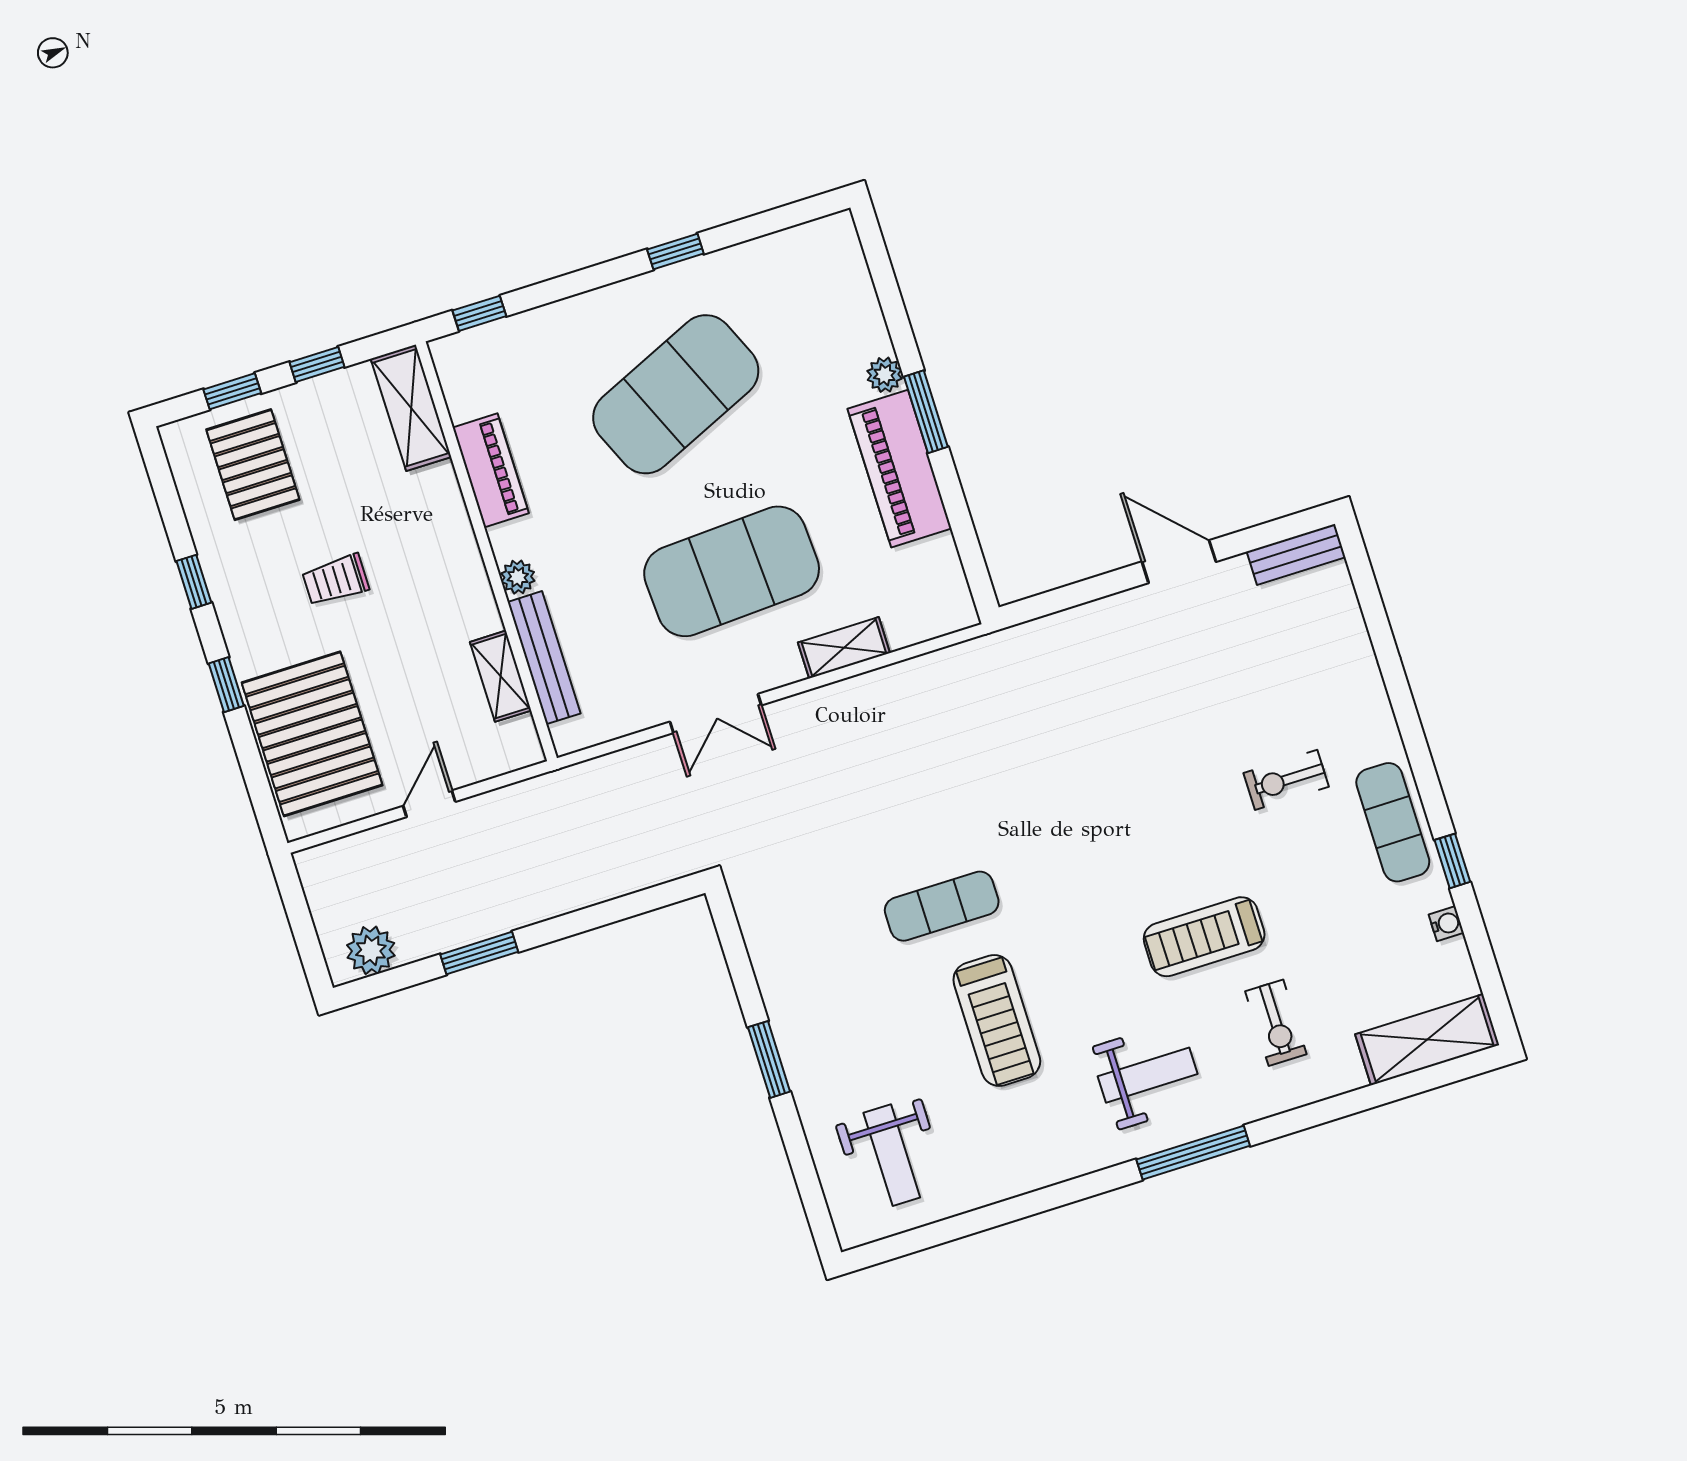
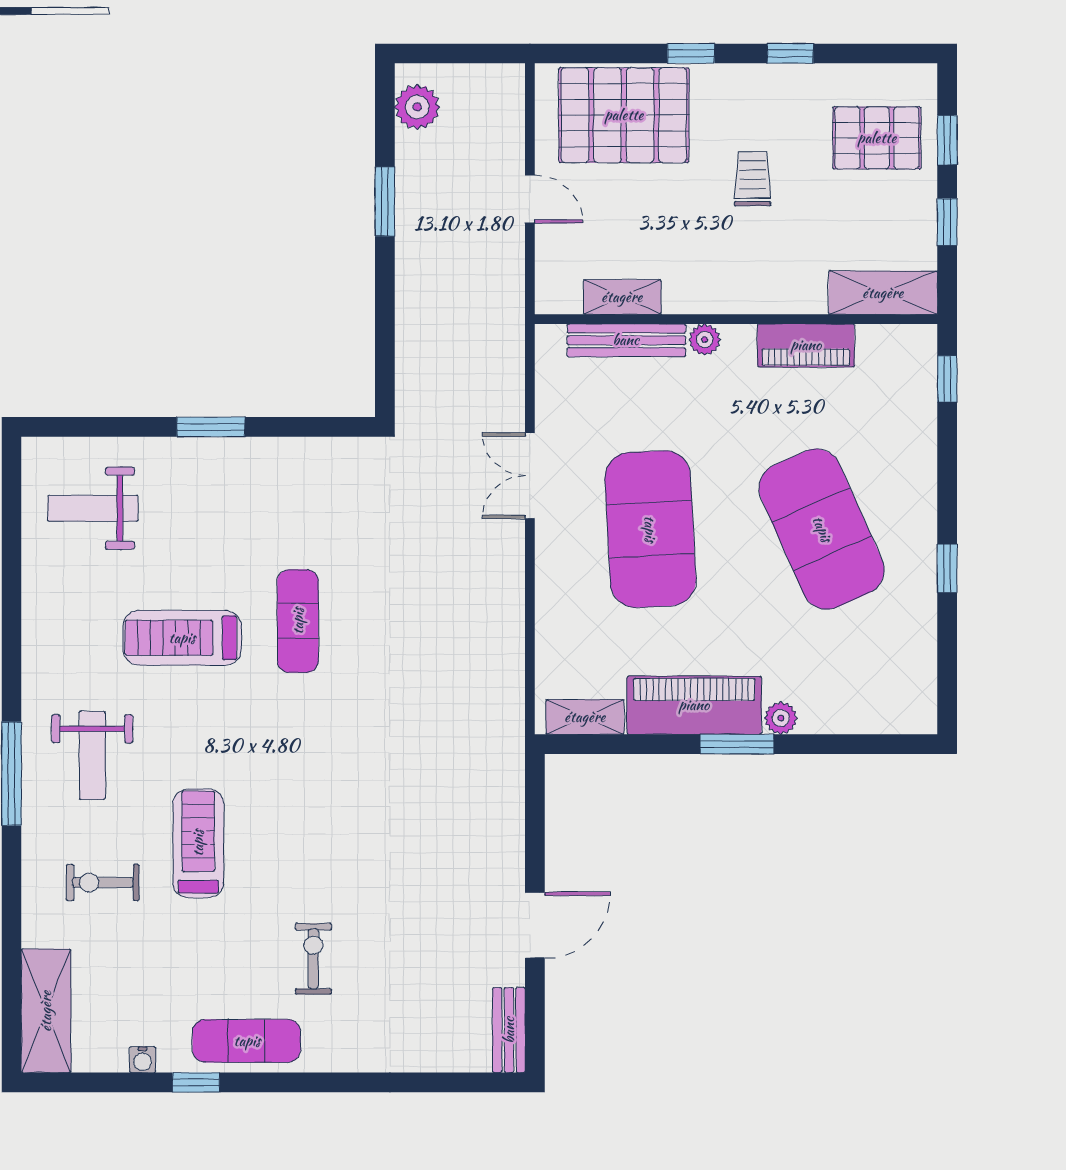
shelving: (844, 648) -> (585, 717), moved, turned 90

